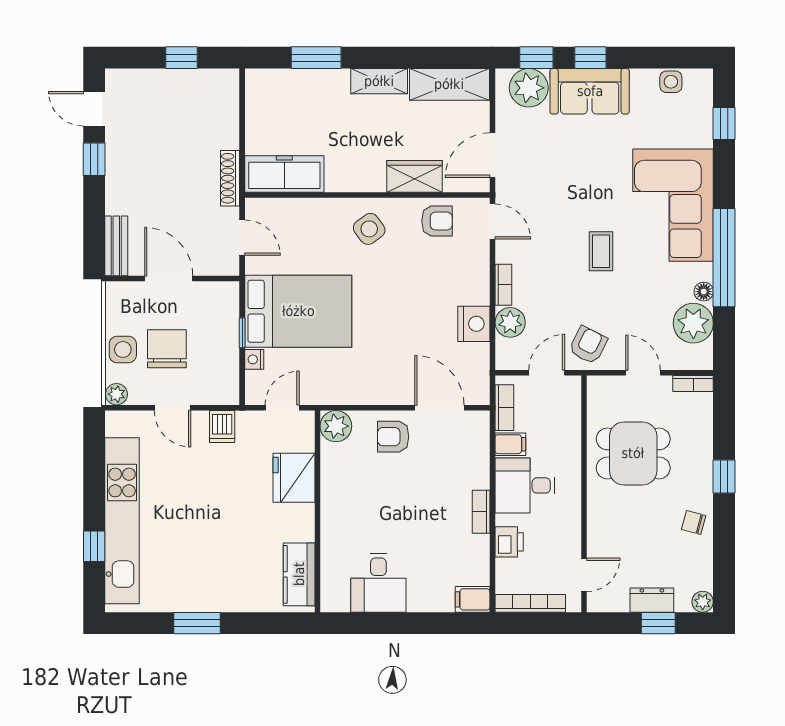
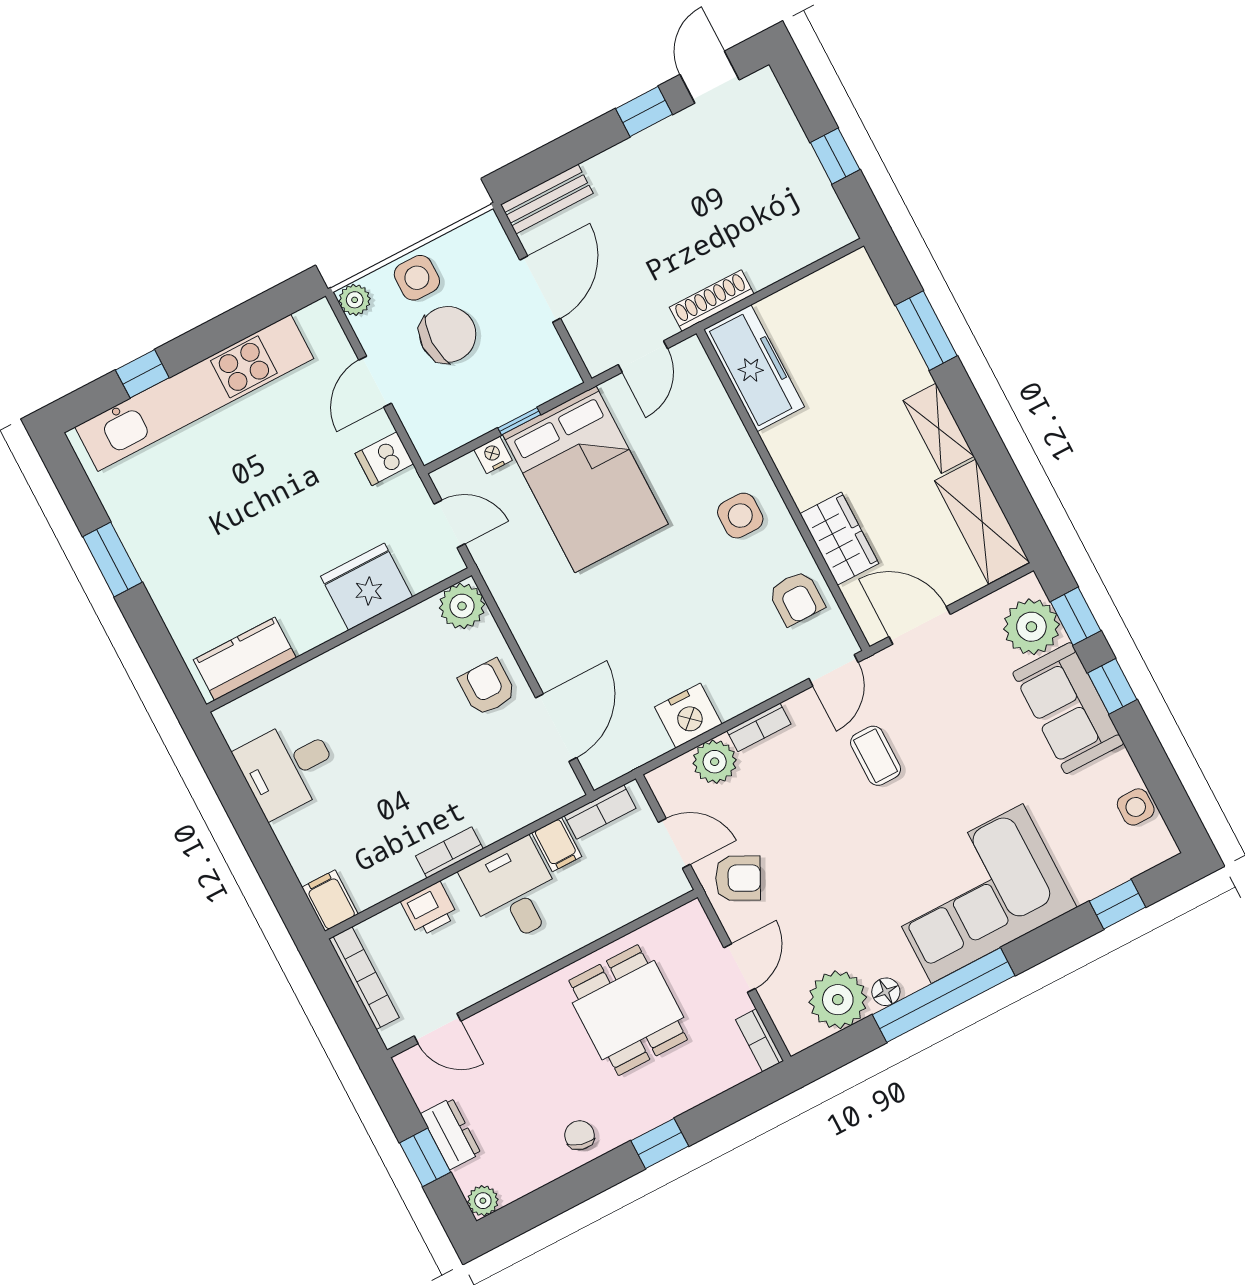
side table: (369, 229) -> (740, 516), turned 36
coffee table: (601, 251) -> (876, 756), moved, turned 90

